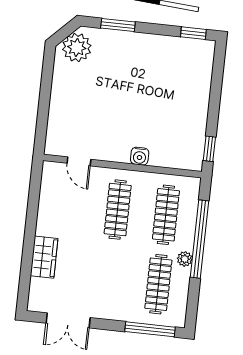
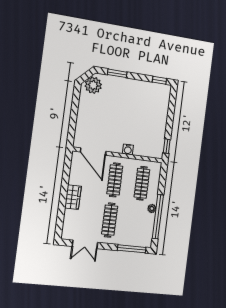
door: (79, 161) -> (93, 152), width x1.88
window: (200, 239) -> (158, 217), moved
wardrobe: (44, 257) -> (73, 197), moved
clothes rail: (158, 284) -> (110, 220), moved

